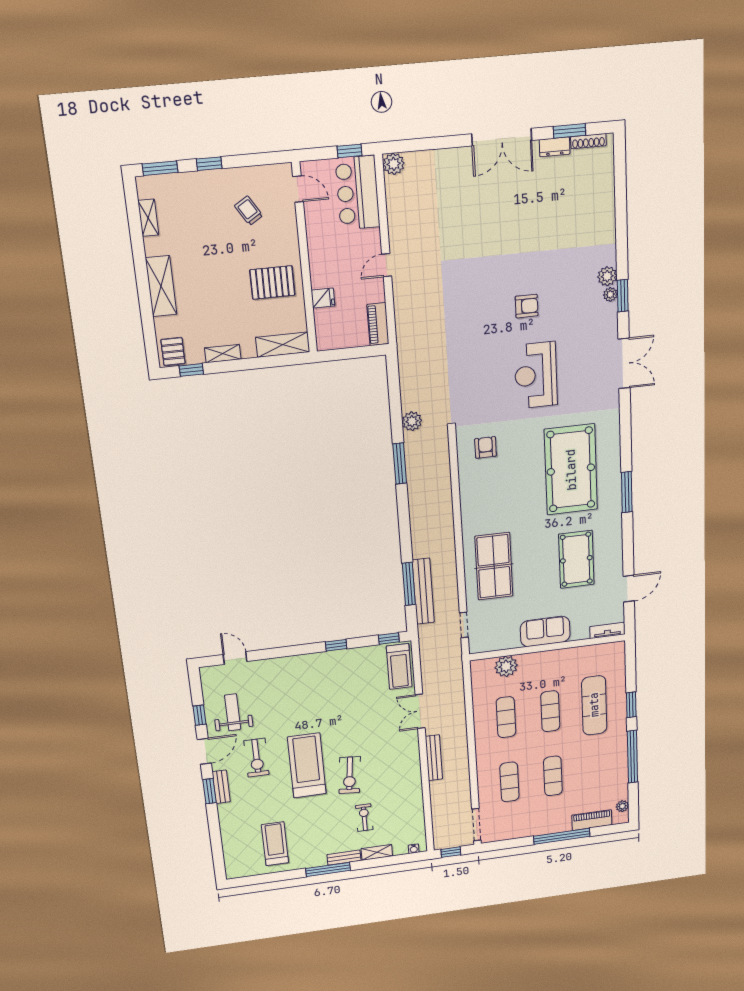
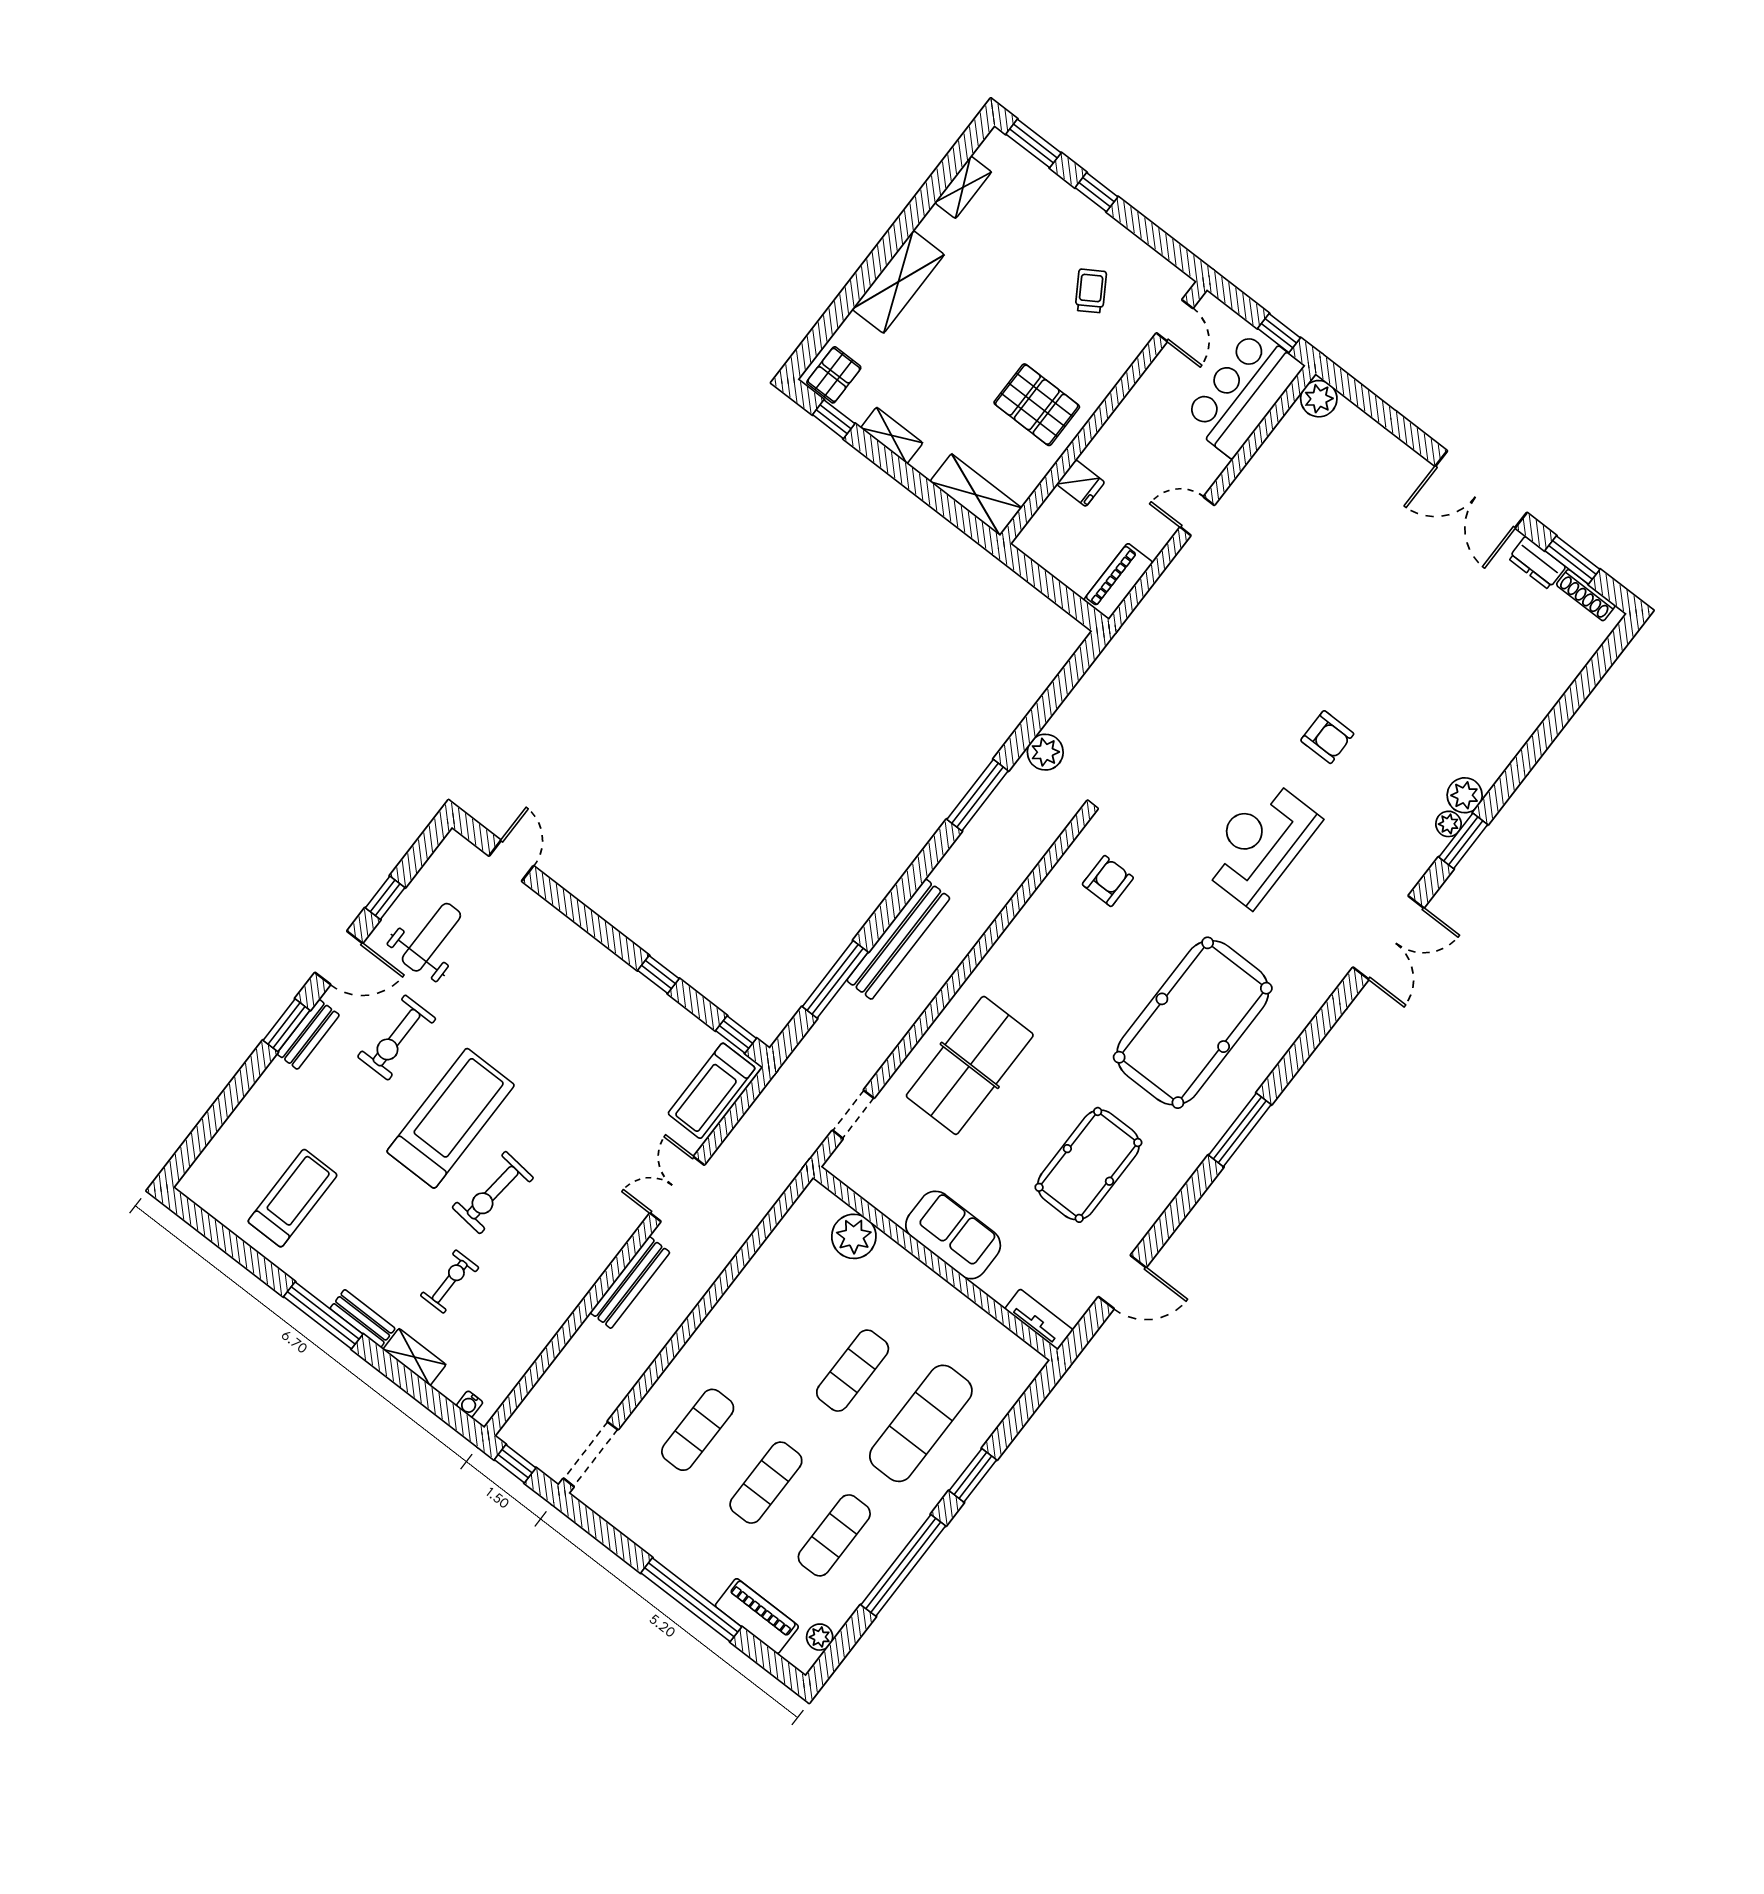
bench: (423, 591) -> (898, 939), moved
exercise mat: (506, 717) -> (834, 1535), moved

